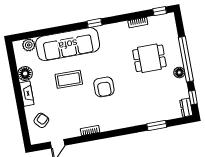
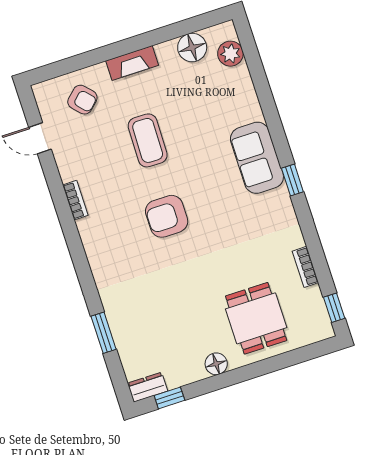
sofa: (68, 44) -> (257, 158), width x0.54, depth x0.79
dining table: (149, 58) -> (256, 318), moved
window: (186, 59) -> (245, 373), removed
floor lamp: (25, 74) -> (192, 48), moved
coffee table: (69, 79) -> (148, 140), moved

